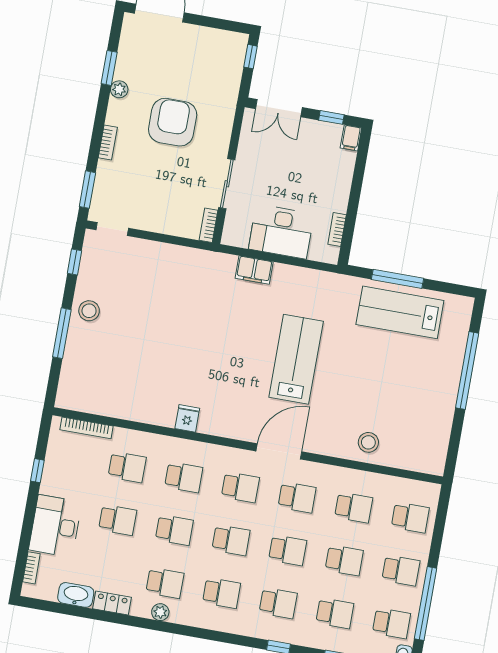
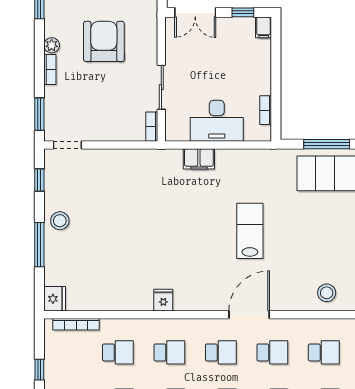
plant: (119, 89) -> (52, 45), moved
lab bench: (296, 359) -> (250, 231), width x0.73, depth x0.72
fridge: (68, 396) -> (55, 299), added

